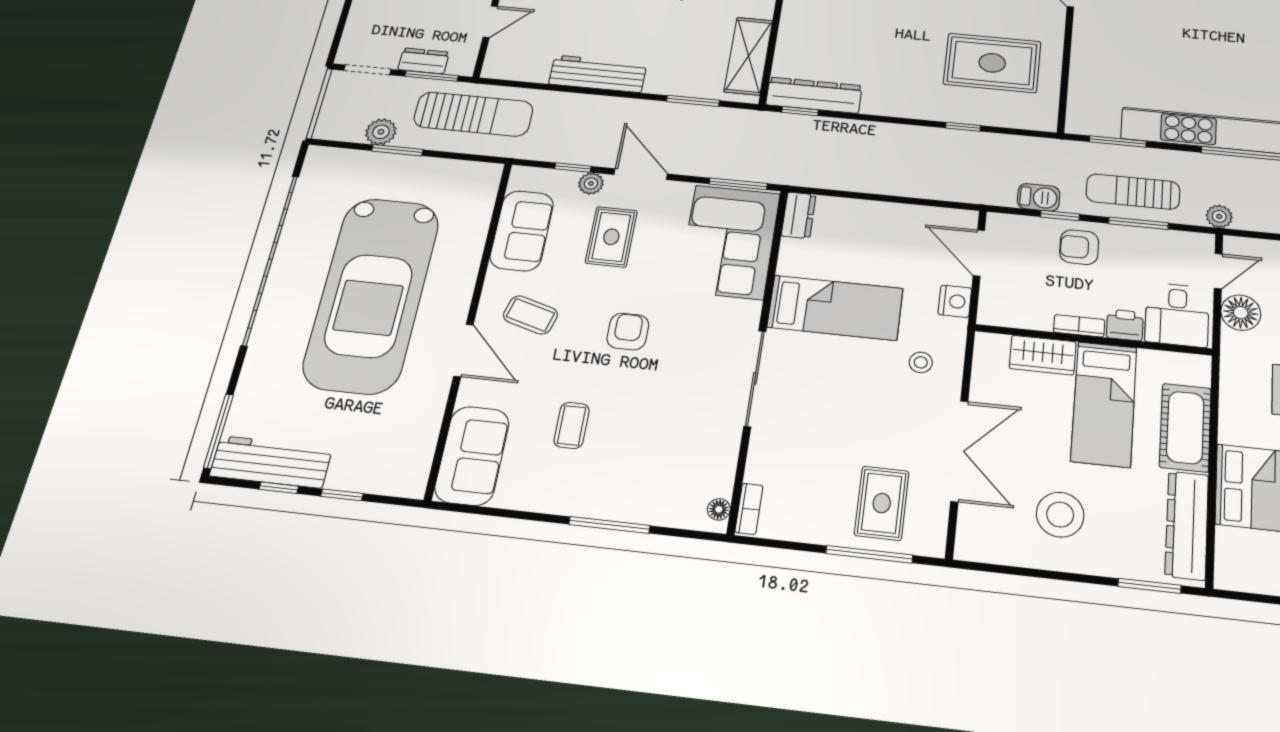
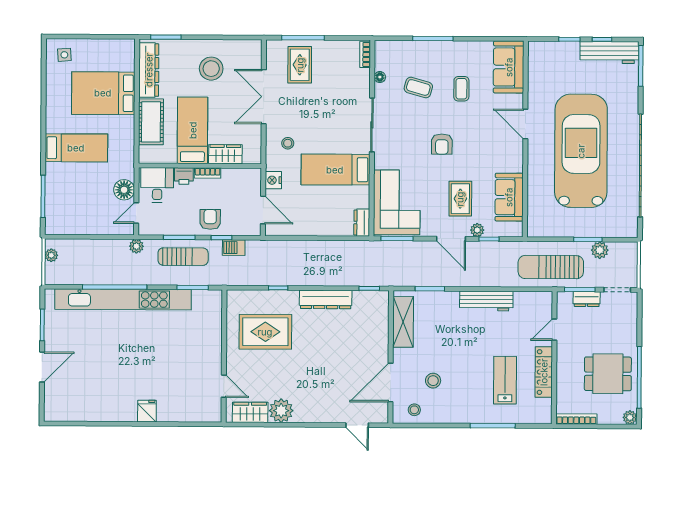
dresser: (814, 95) -> (326, 299), moved
armchair: (1079, 247) -> (210, 219), turned -90
coffee table: (530, 315) -> (418, 87), moved
floor lamp: (719, 509) -> (380, 77), moved

